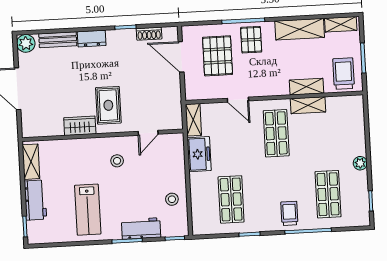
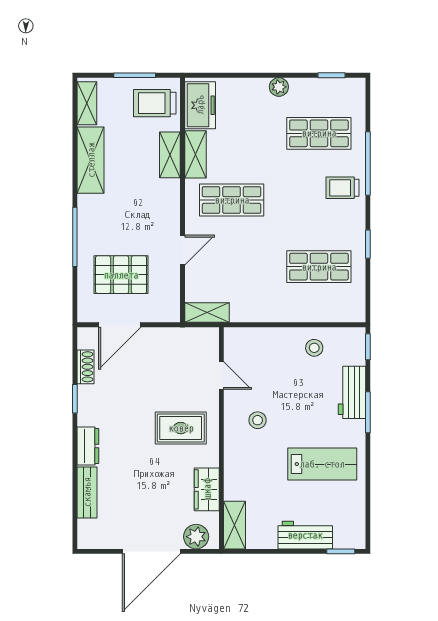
pallet: (251, 40) -> (101, 227), removed
plant: (26, 43) -> (196, 537), moved
wardrobe: (80, 126) -> (207, 489), moved
freezer: (199, 154) -> (200, 105), moved, turned 90
shelving: (31, 162) -> (235, 525), moved, turned 90

